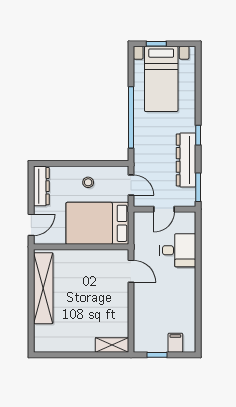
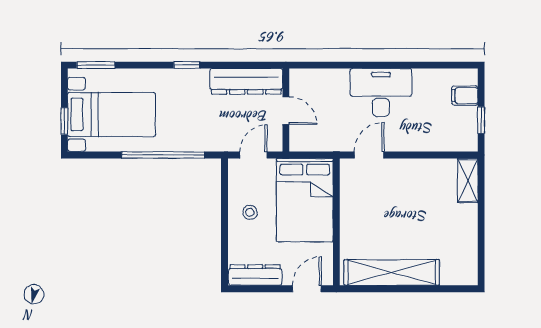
dresser: (186, 160) -> (246, 81), moved
window: (198, 187) -> (96, 65), moved
door: (31, 225) -> (307, 289), hinge flipped
desk: (178, 250) -> (381, 92), moved, width x1.37

